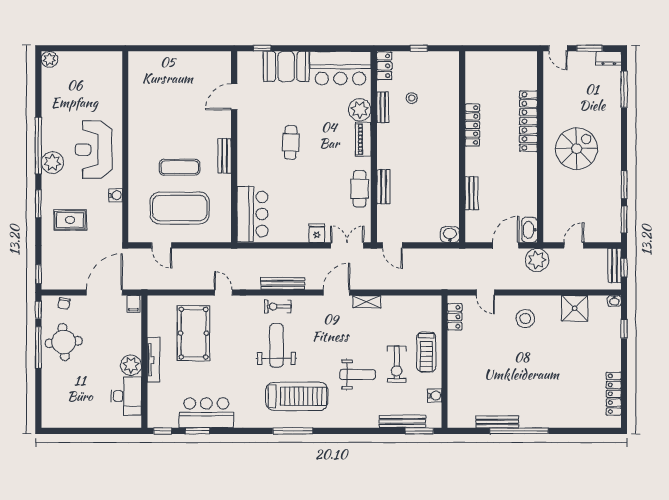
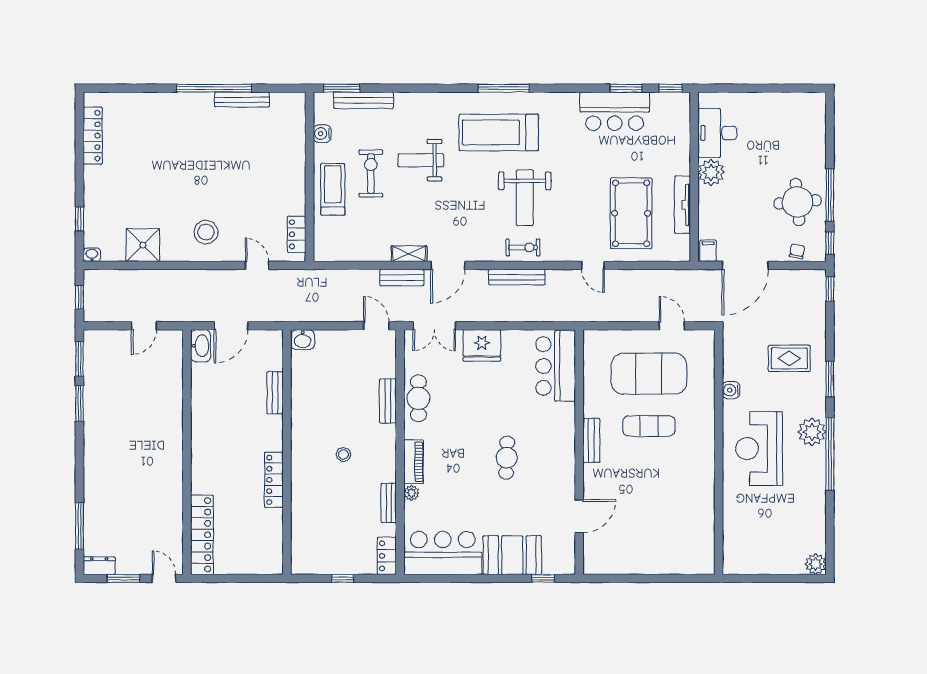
stool: (412, 98) -> (344, 454), moved
plant: (360, 110) -> (411, 493), width x0.53, depth x0.53
locker: (528, 121) -> (202, 535), moved
spiral stairs: (577, 149) -> (140, 450), removed
reception desk: (94, 150) -> (759, 449), turned 180
fridge: (317, 233) -> (482, 345), width x1.88, depth x1.34
plant: (537, 260) -> (191, 307), removed
bench: (615, 265) -> (402, 278), moved, turned 90
tv unit: (153, 360) -> (683, 205), moved

